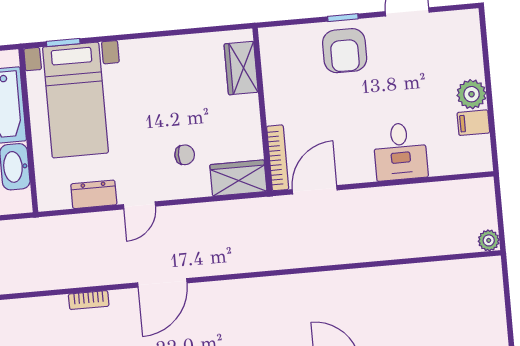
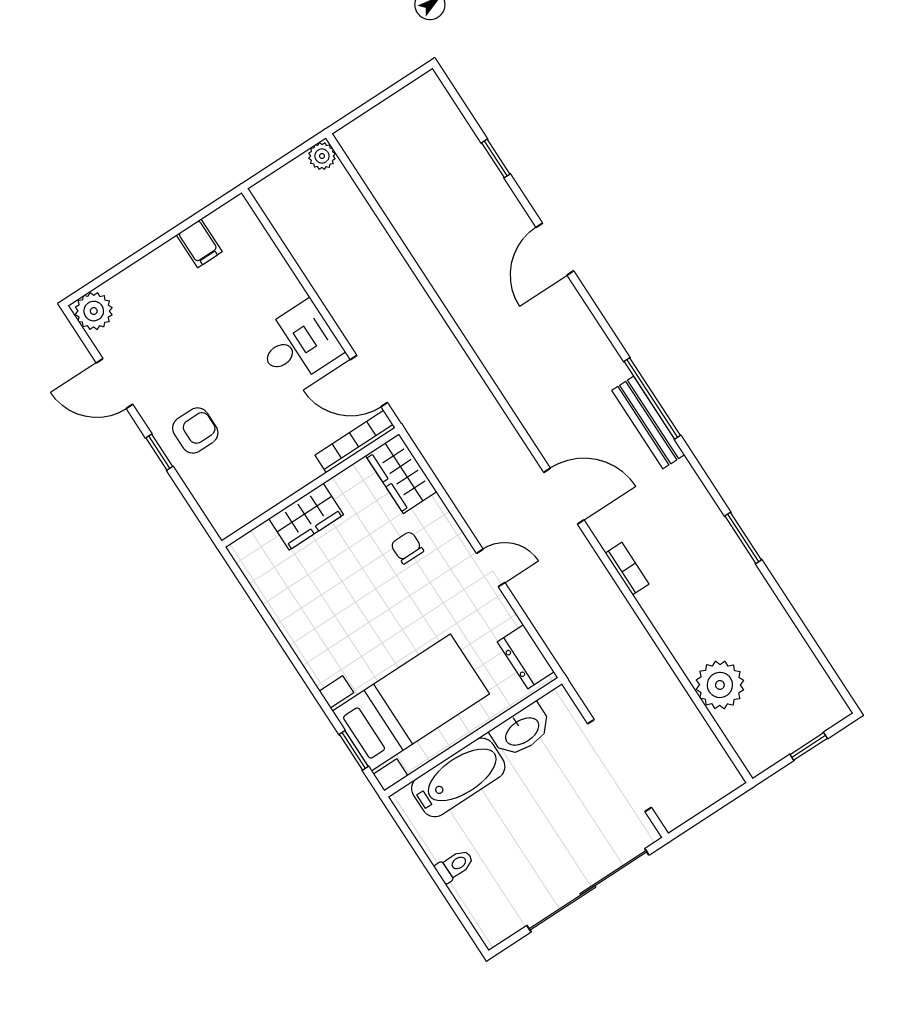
armchair: (345, 51) -> (195, 430), width x0.72, depth x0.72
wardrobe: (241, 68) -> (306, 517), moved
plant: (472, 94) -> (94, 311), moved
desk: (400, 151) -> (298, 344), moved
dresser: (94, 194) -> (526, 657), moved

